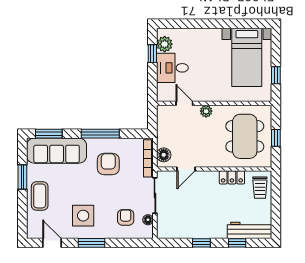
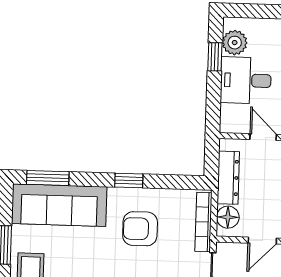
dresser: (163, 130) -> (228, 178), added
window: (100, 134) -> (129, 180), width x0.46
armchair: (108, 164) -> (140, 229), turned -90

